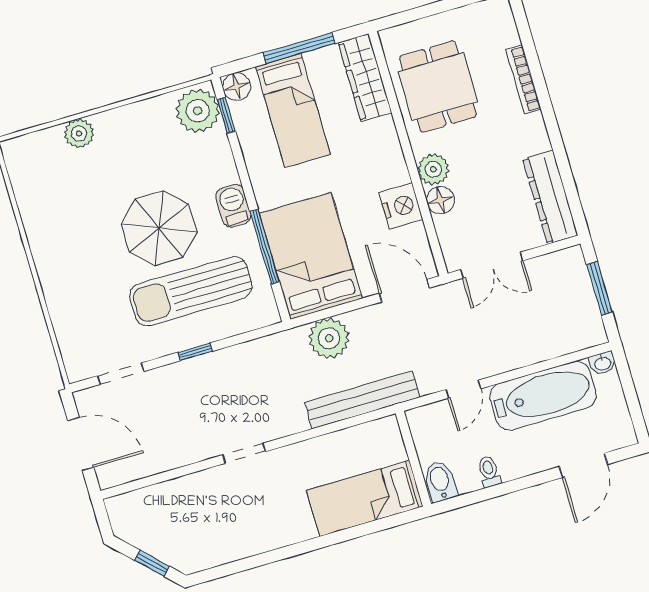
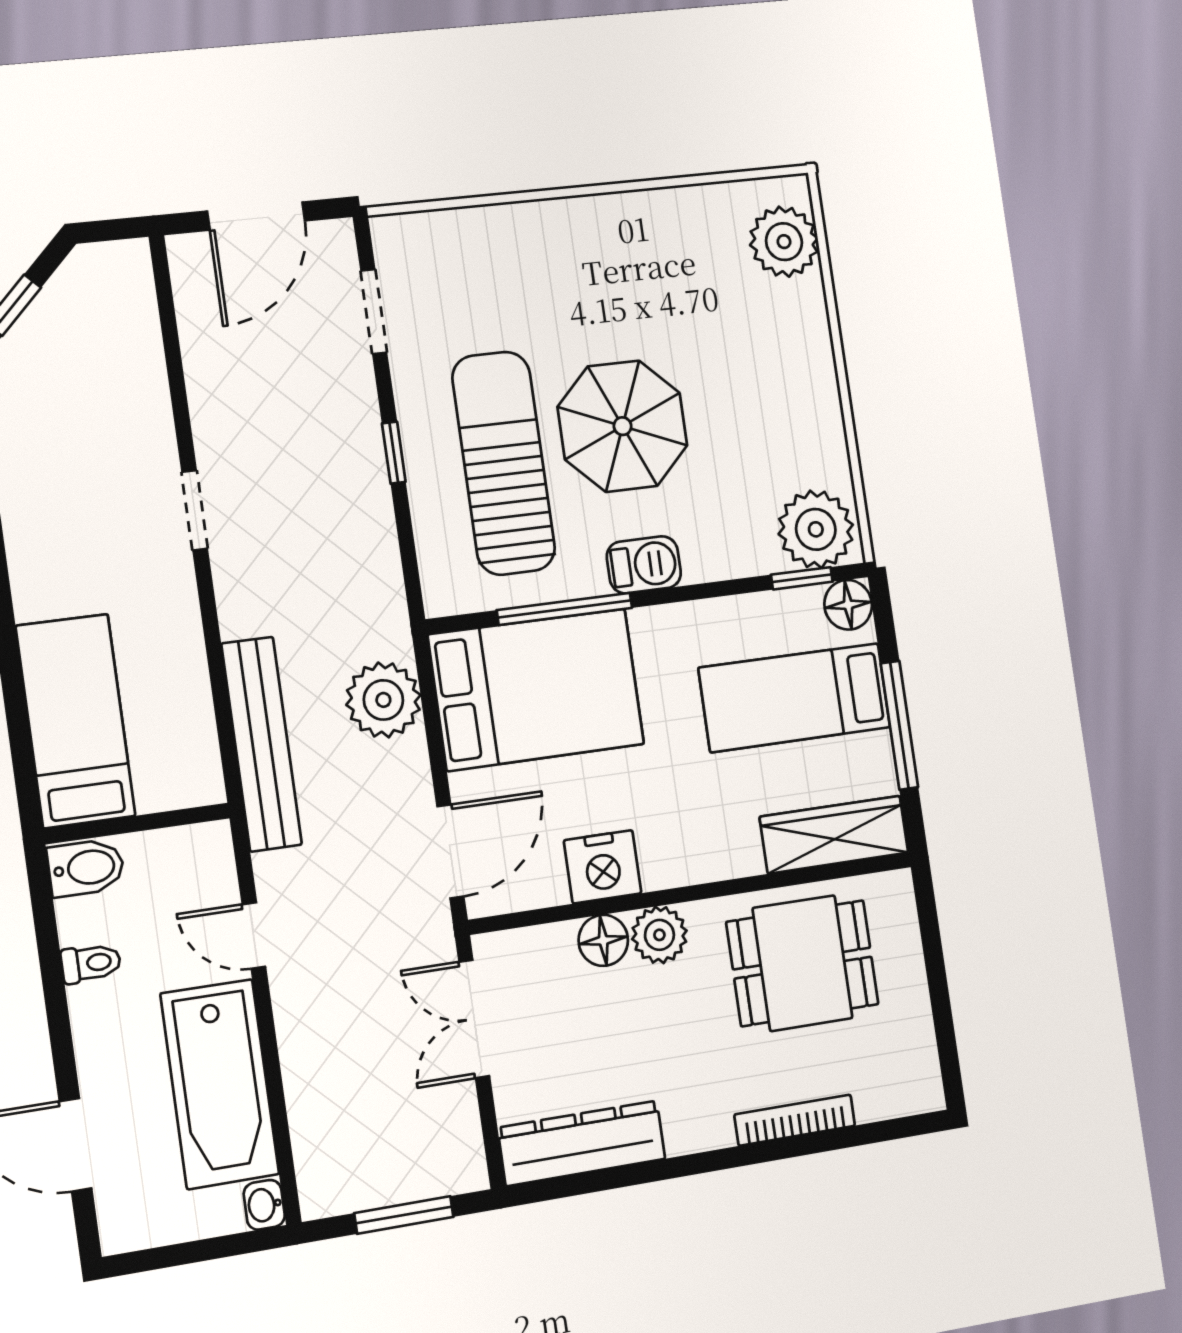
plant: (79, 133) -> (784, 242), moved, width x1.36, depth x1.36

